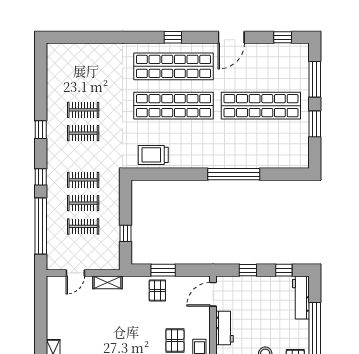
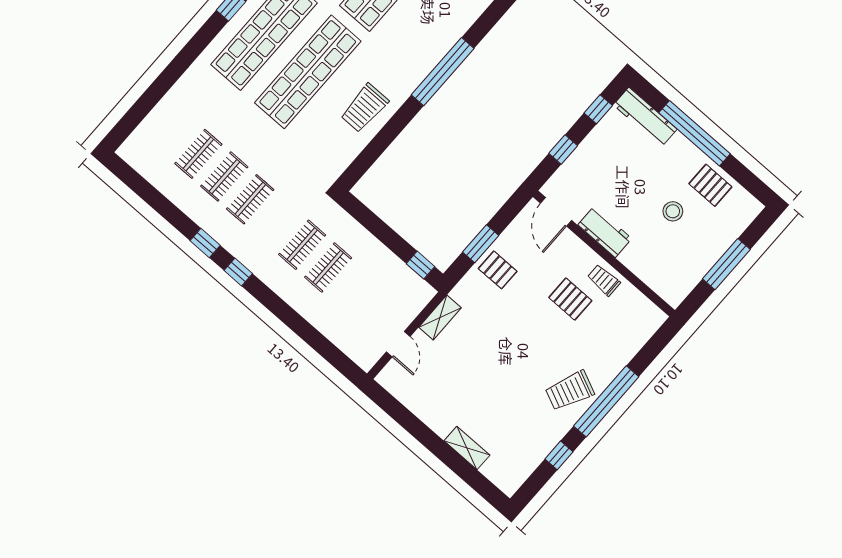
trolley: (153, 155) -> (364, 108), moved
window: (41, 177) -> (238, 272), moved
window: (41, 226) -> (312, 337), removed
clothes rail: (83, 226) -> (198, 154), moved
window: (125, 233) -> (420, 265), moved

